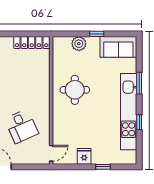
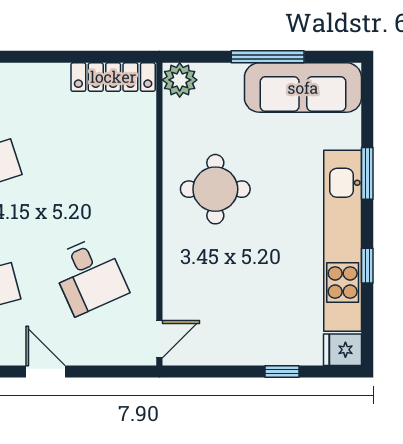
window: (97, 34) -> (268, 57), width x2.17
plant: (79, 44) -> (180, 80), moved
sofa: (118, 47) -> (303, 88), width x1.36
fridge: (84, 156) -> (342, 350), moved, turned -90

